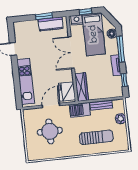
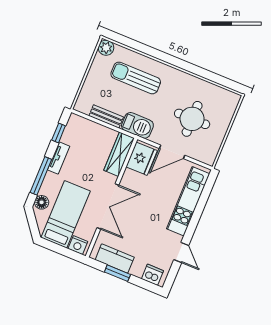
window: (86, 12) -> (60, 250), removed
dishwasher: (23, 26) -> (152, 275), added
plant: (121, 119) -> (106, 48), moved

